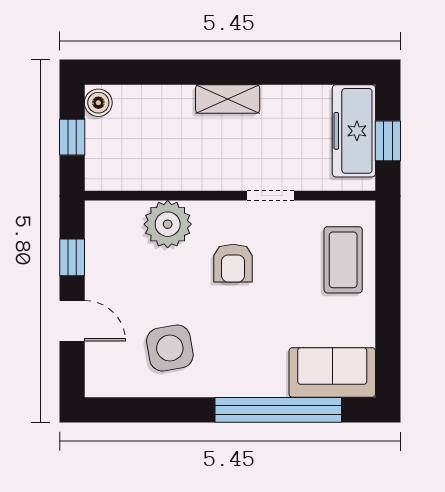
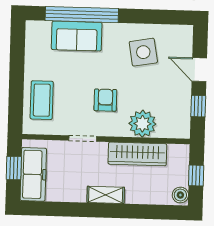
wardrobe: (175, 172) -> (137, 154), added
sofa: (332, 372) -> (77, 36), moved

